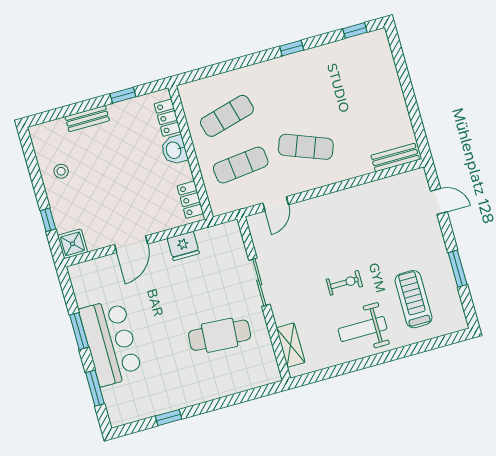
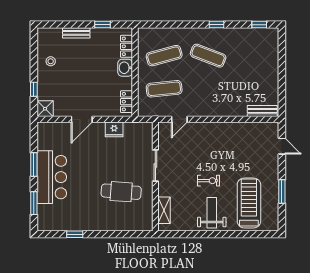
exercise mat: (306, 147) -> (208, 56), moved
treadmill: (413, 299) -> (249, 203), width x1.37, depth x1.38
weight bench: (362, 329) -> (212, 213), turned 90

